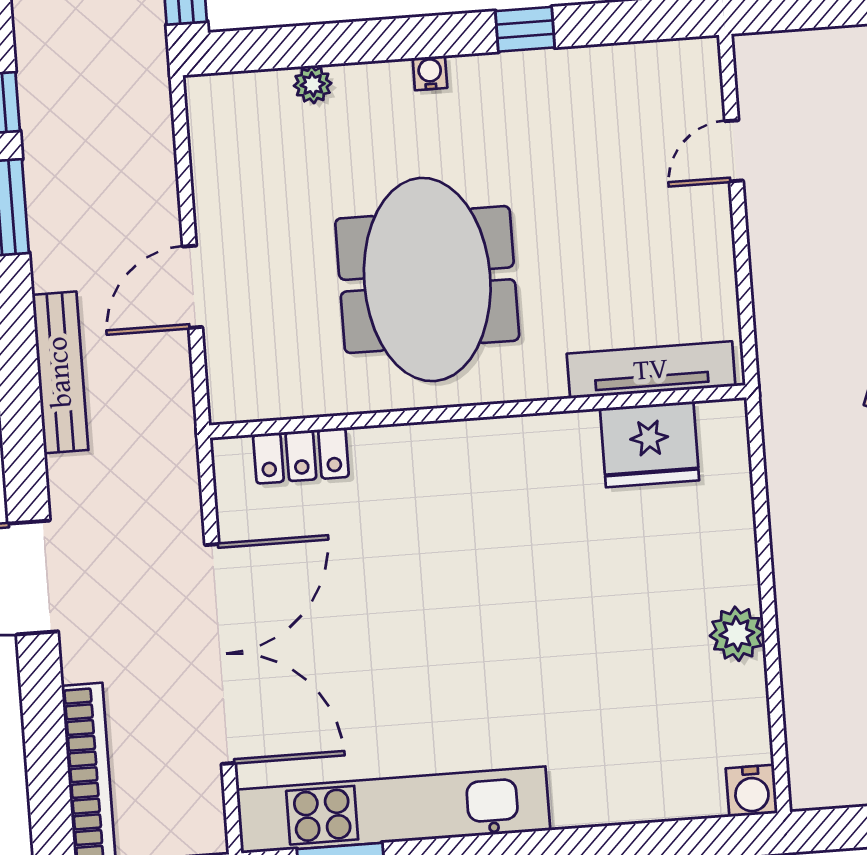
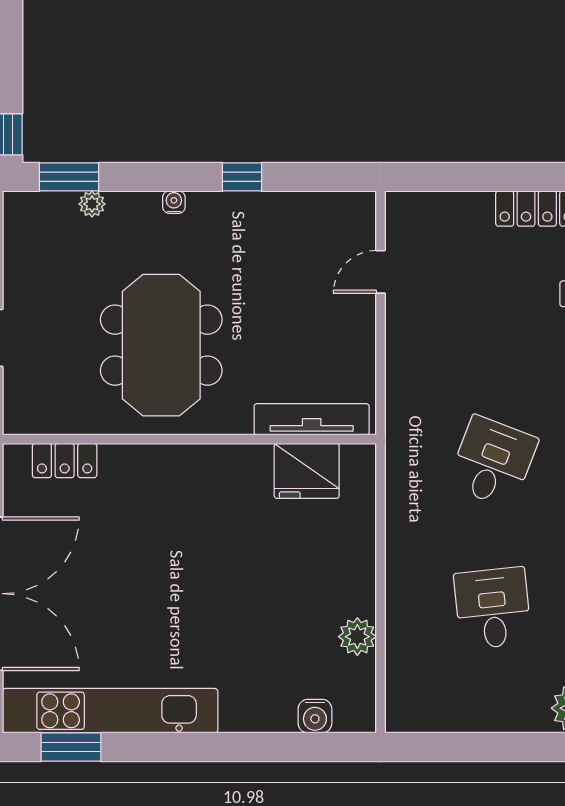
window: (277, 48) -> (69, 177), added
plant: (737, 634) -> (357, 637), moved
water cooler: (752, 791) -> (315, 716), moved

